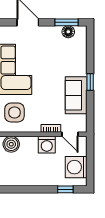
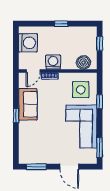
floor lamp: (68, 32) -> (35, 159), removed
door: (70, 134) -> (33, 71), swing flipped
window: (65, 189) -> (61, 24), moved

